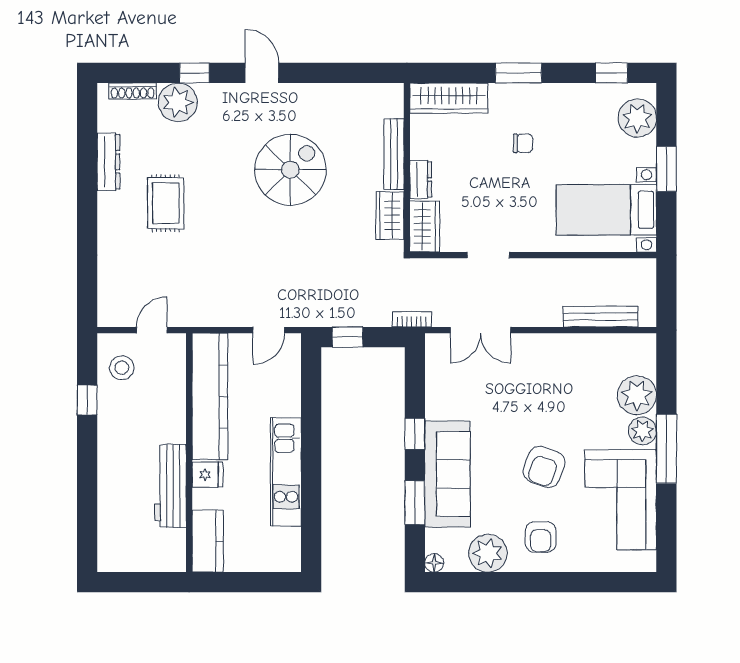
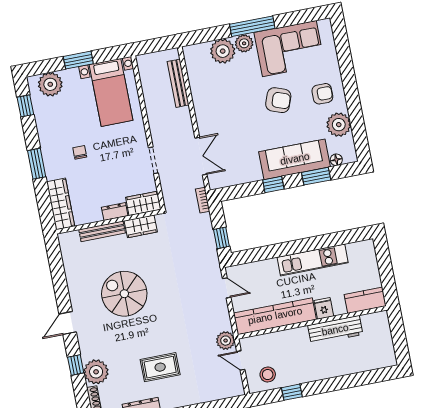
plant: (187, 313) -> (226, 341), added
floor lamp: (434, 563) -> (336, 160), moved

